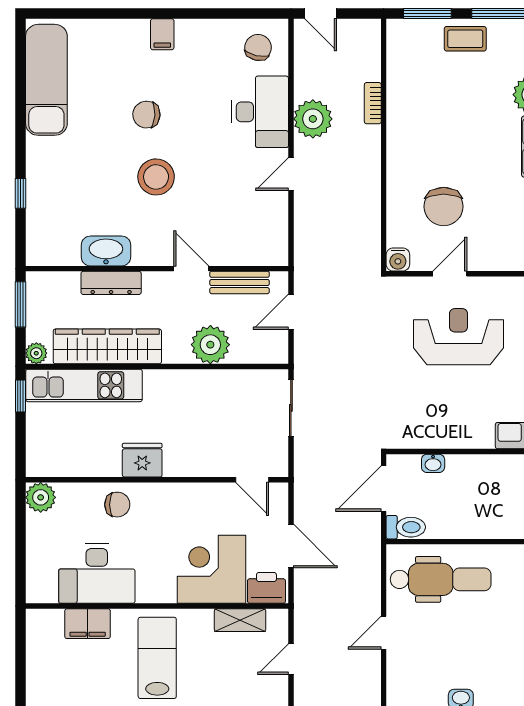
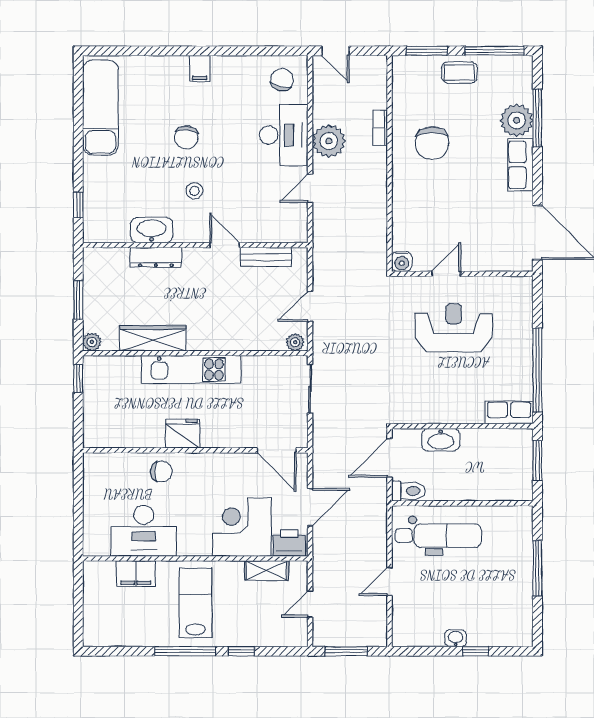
chair: (146, 115) -> (186, 137), turned -88
stool: (156, 177) -> (194, 191), width x0.53, depth x0.53
chair: (444, 207) -> (432, 143), moved
washbasin: (106, 251) -> (152, 230), moved
wall: (157, 269) -> (195, 245), moved
door: (191, 269) -> (225, 245), moved
bench: (240, 282) -> (266, 257), moved
dresser: (111, 283) -> (156, 257), moved
plant: (210, 345) -> (295, 342), moved, width x0.53, depth x0.53
wardrobe: (107, 346) -> (153, 338), width x0.71, depth x0.85
kitchen unit: (84, 385) -> (191, 370), moved
washbasin: (433, 463) -> (441, 440), width x1.91, depth x1.45
door: (252, 480) -> (277, 450), width x1.38
plant: (41, 497) -> (96, 465), removed
door: (291, 546) -> (310, 507), hinge flipped

